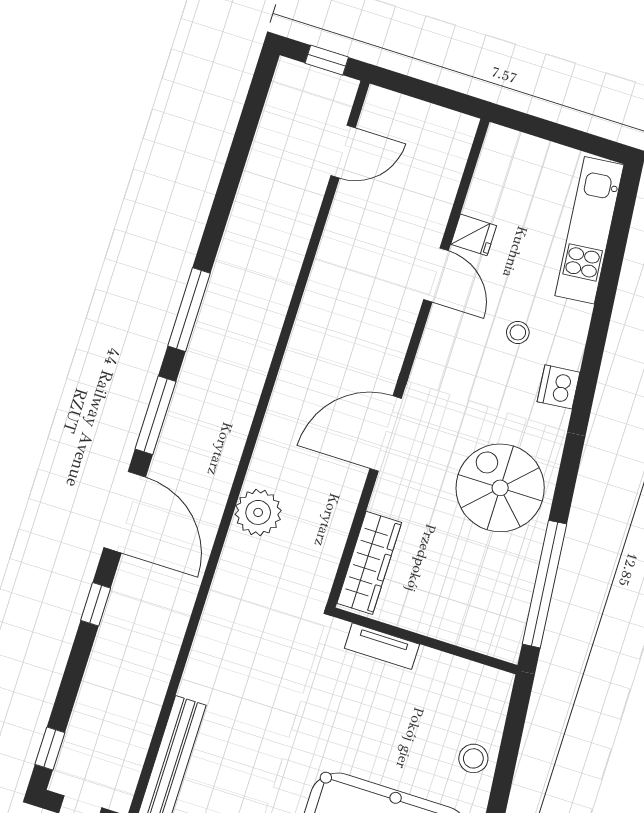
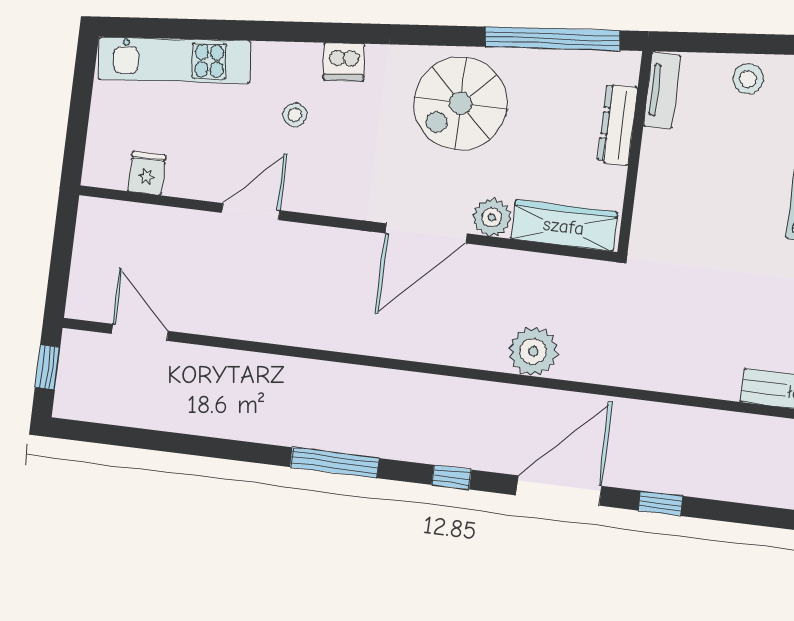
fridge: (474, 235) -> (147, 173), moved
window: (155, 415) -> (452, 477), width x0.46
door: (386, 434) -> (426, 233), hinge flipped
plant: (389, 497) -> (492, 217), added
dresser: (454, 630) -> (618, 125), added
tv unit: (382, 646) -> (662, 91), moved

